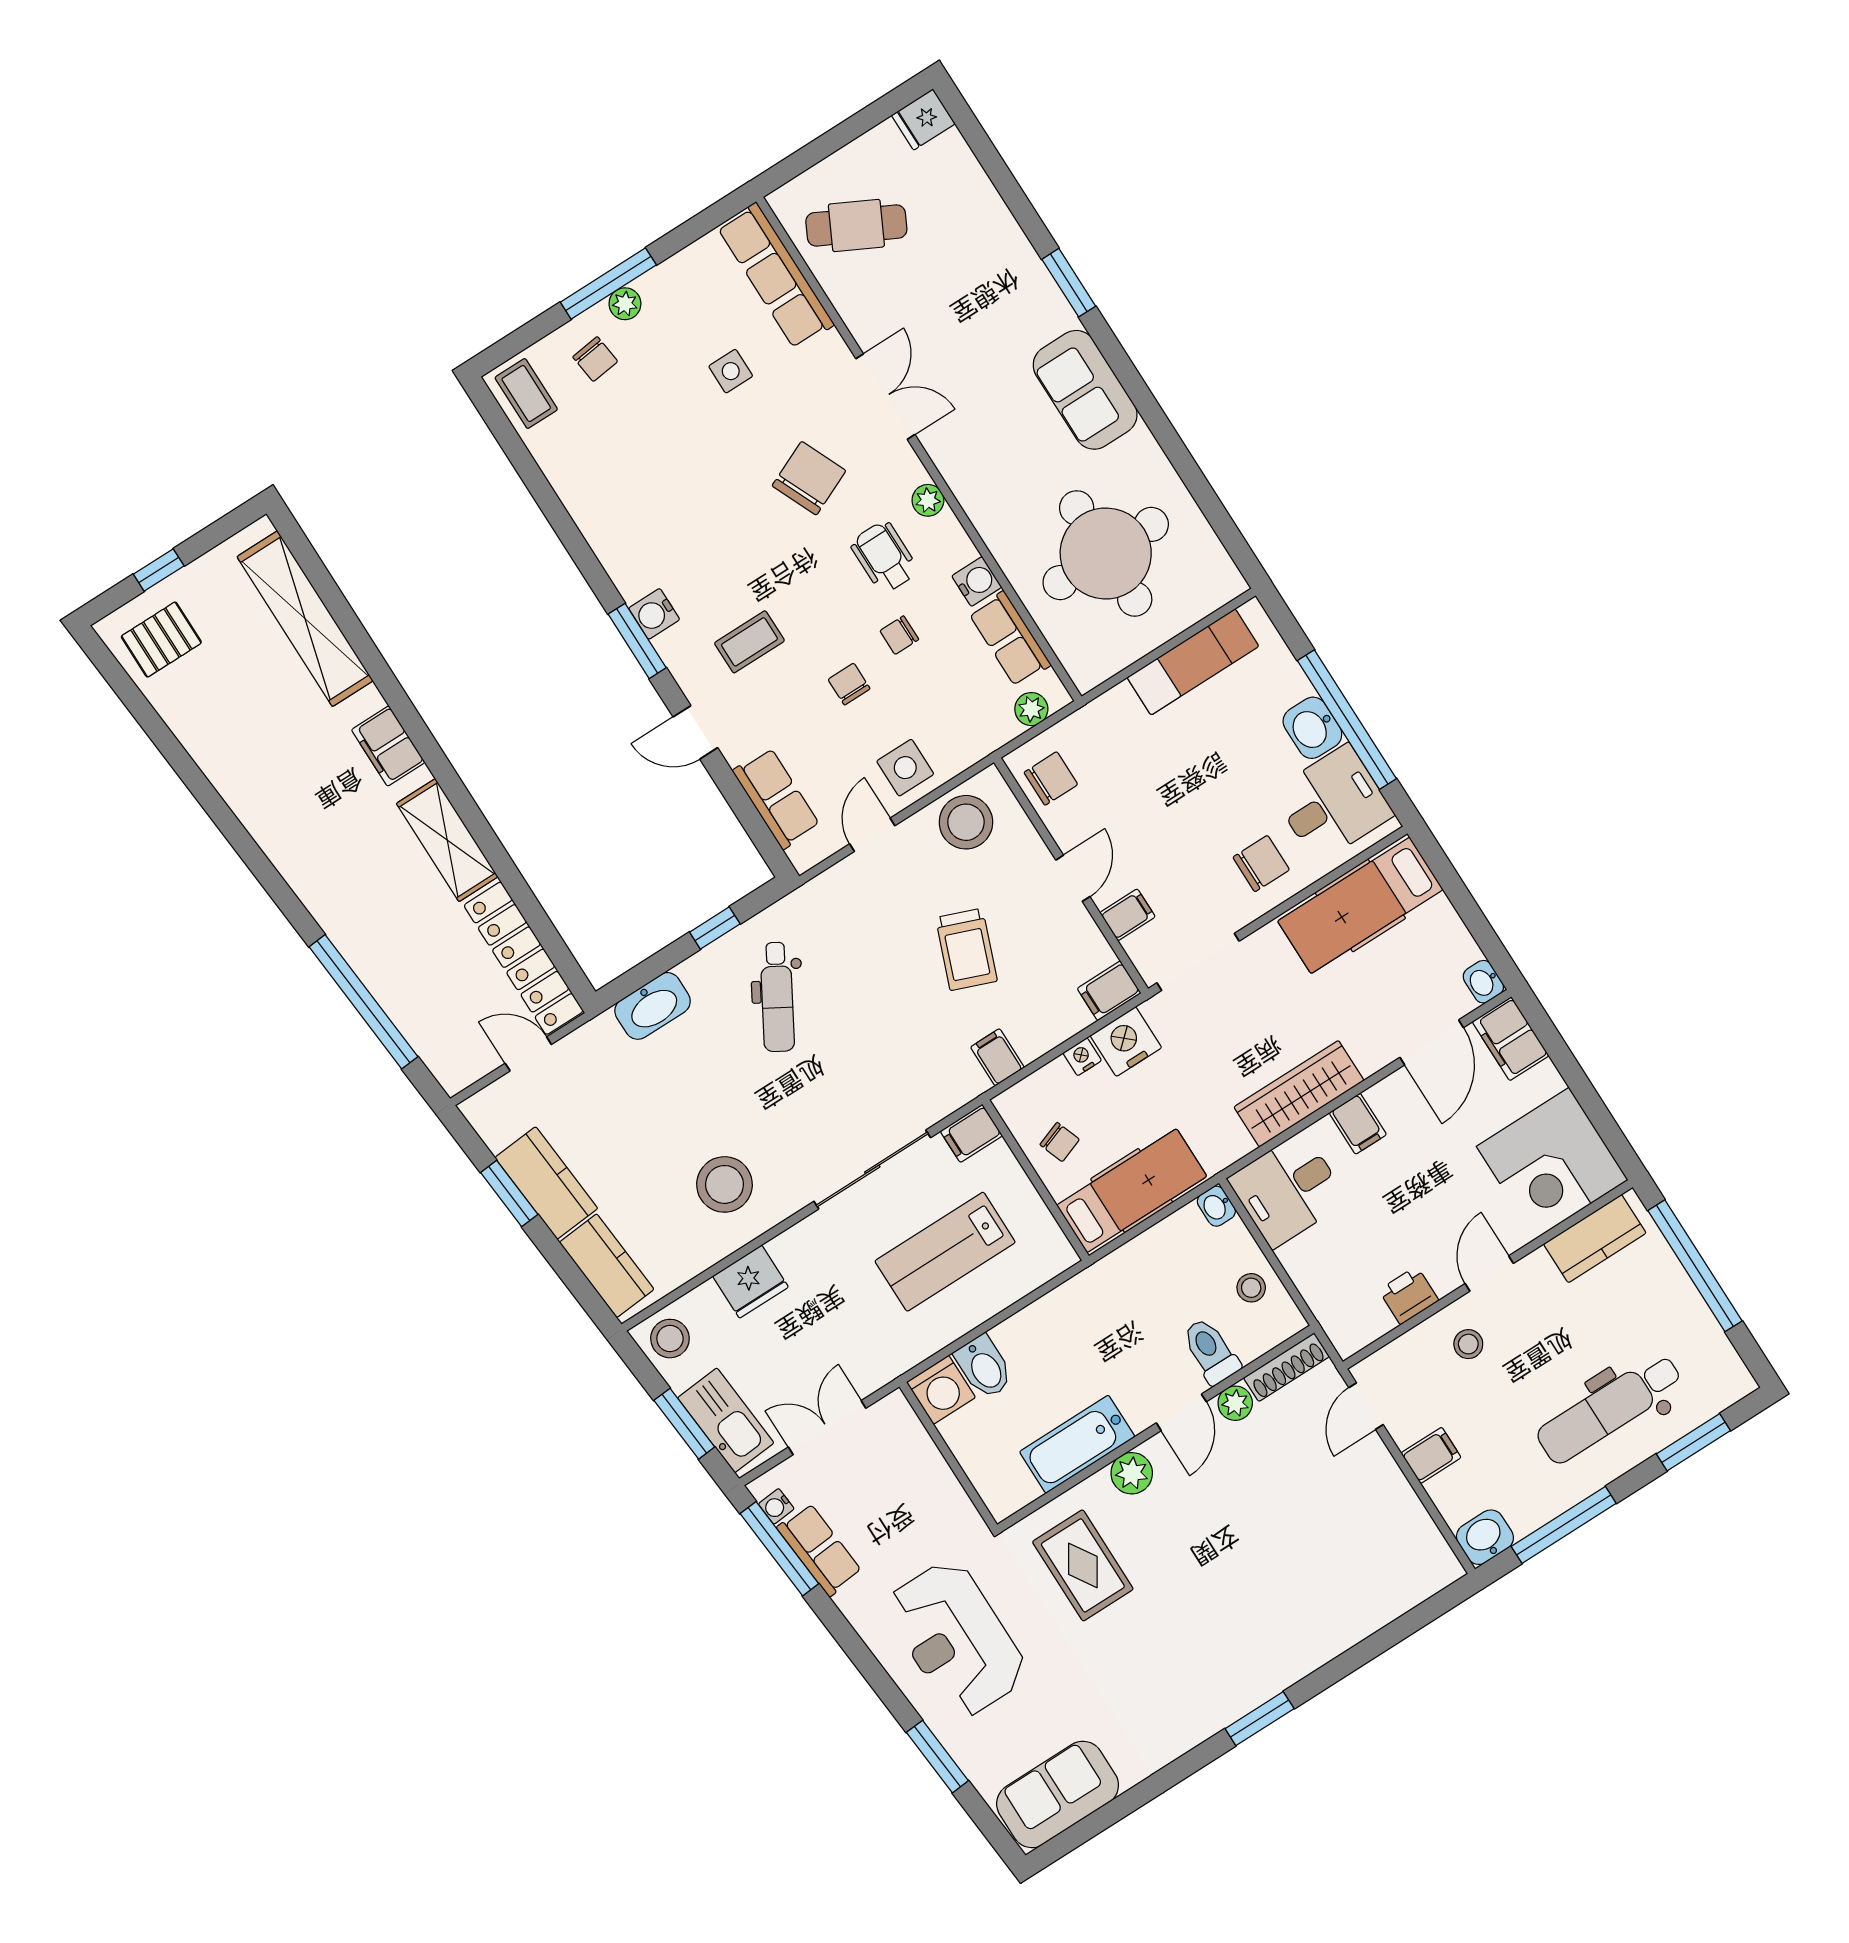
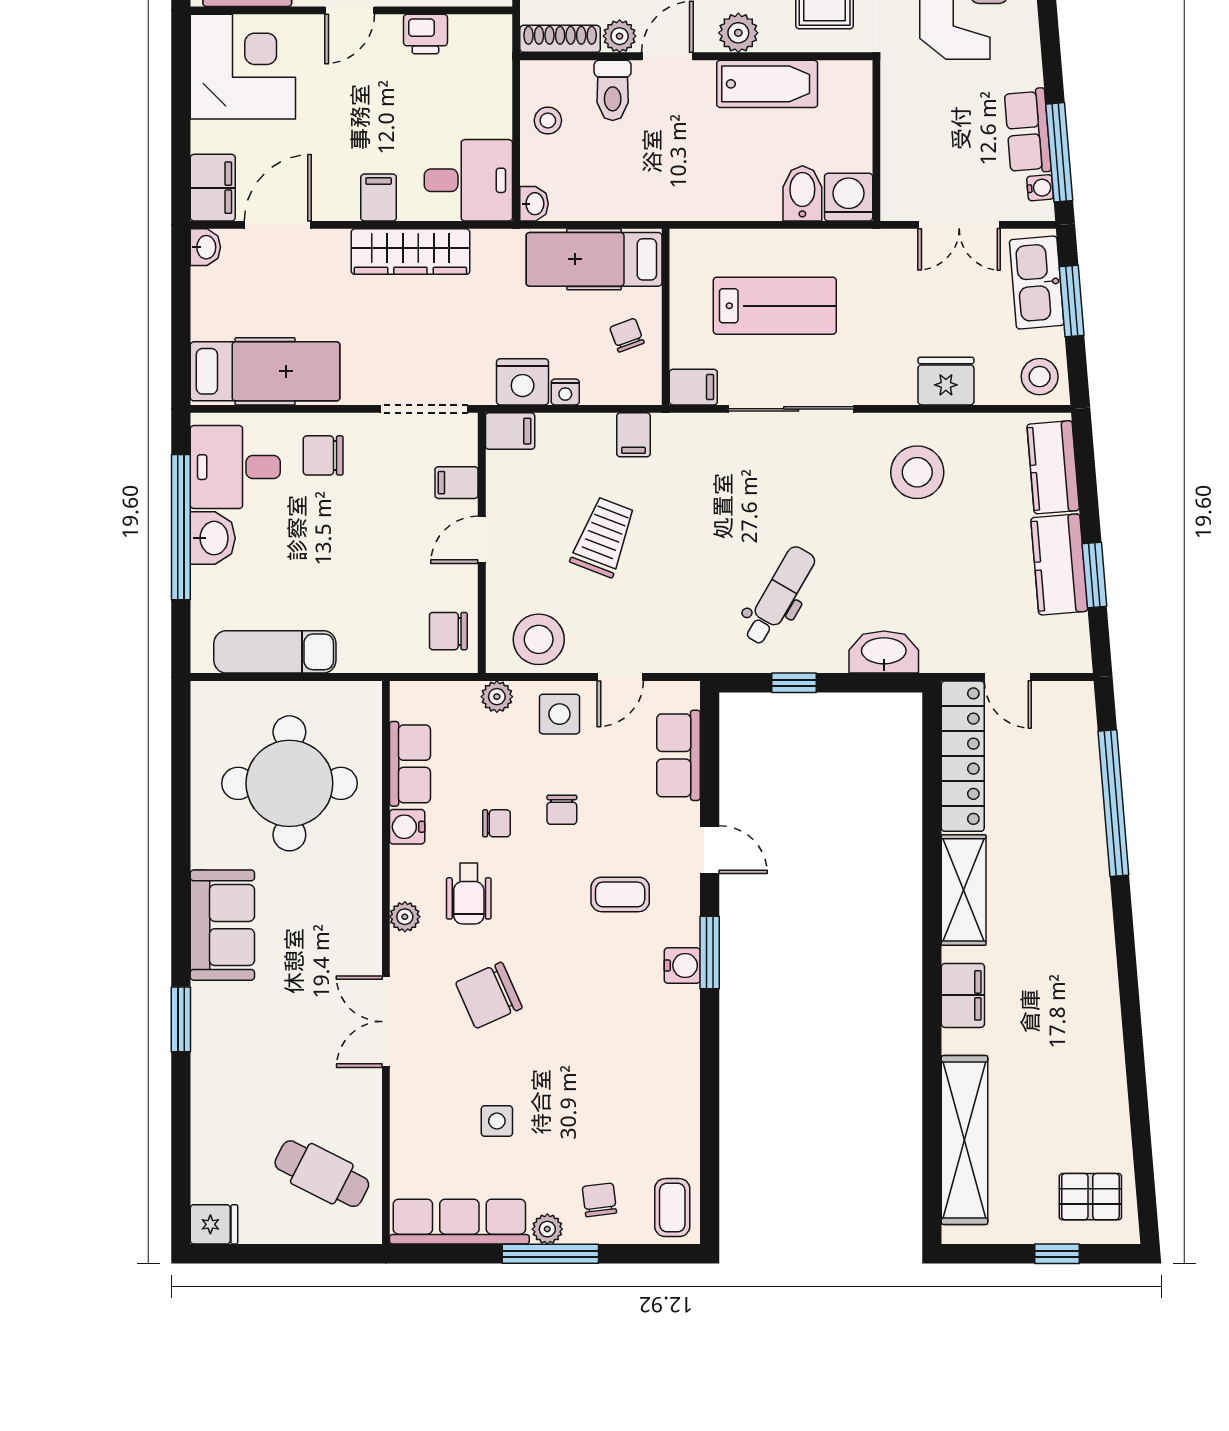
row of seats: (776, 276) -> (459, 1222), moved, turned -90
plant: (1031, 709) -> (497, 697), moved

